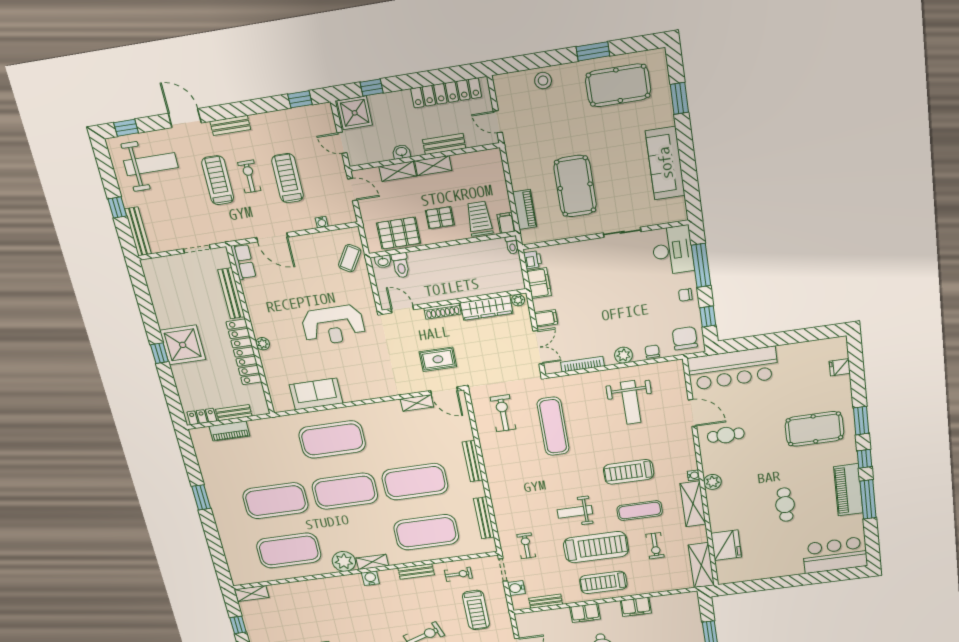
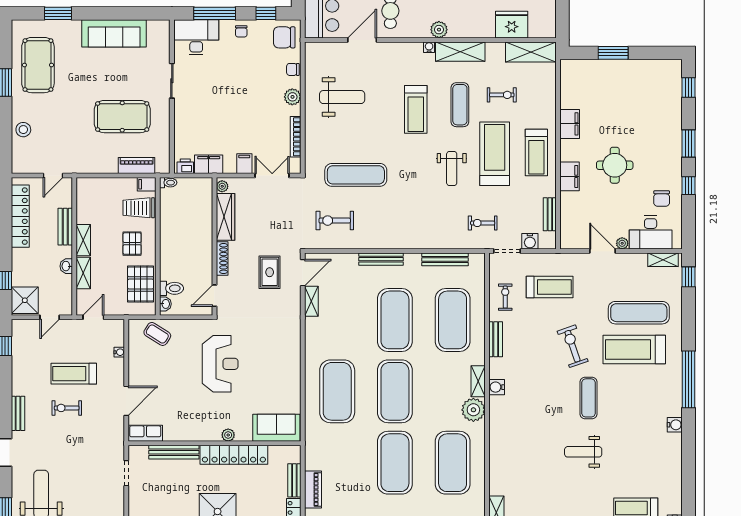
treadmill: (218, 180) -> (65, 437), removed
sofa: (316, 394) -> (276, 428), moved, turned 90

